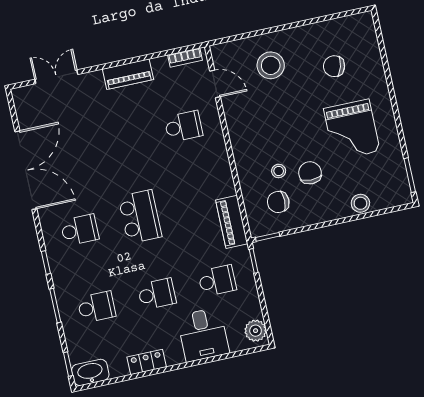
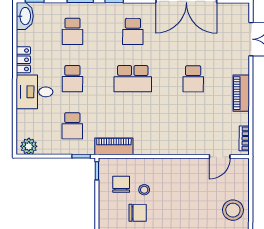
stool: (271, 65) -> (233, 210), moved
school desk: (183, 126) -> (193, 79), moved
desk: (203, 335) -> (34, 92), moved

